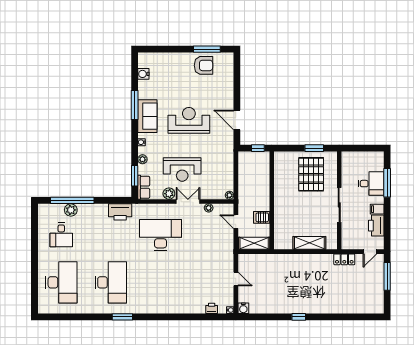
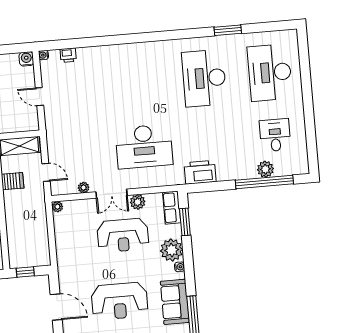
plant: (142, 159) -> (172, 250), width x1.87, depth x1.87
reception desk: (182, 169) -> (123, 235), turned 180
window: (122, 317) -> (228, 30), moved

